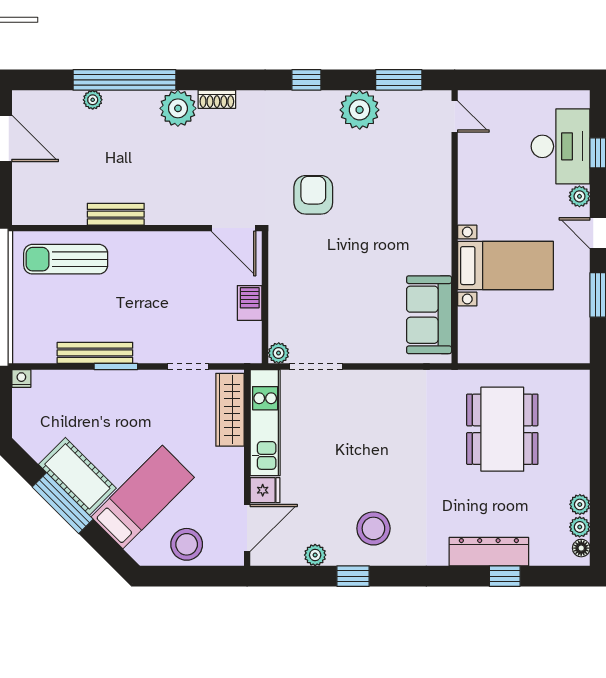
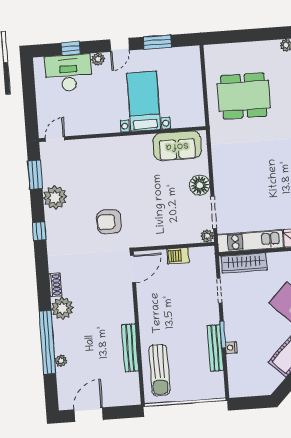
bench: (116, 214) -> (130, 348), width x1.36
floor lamp: (362, 347) -> (200, 185), added
nightstand: (21, 378) -> (231, 348), moved

